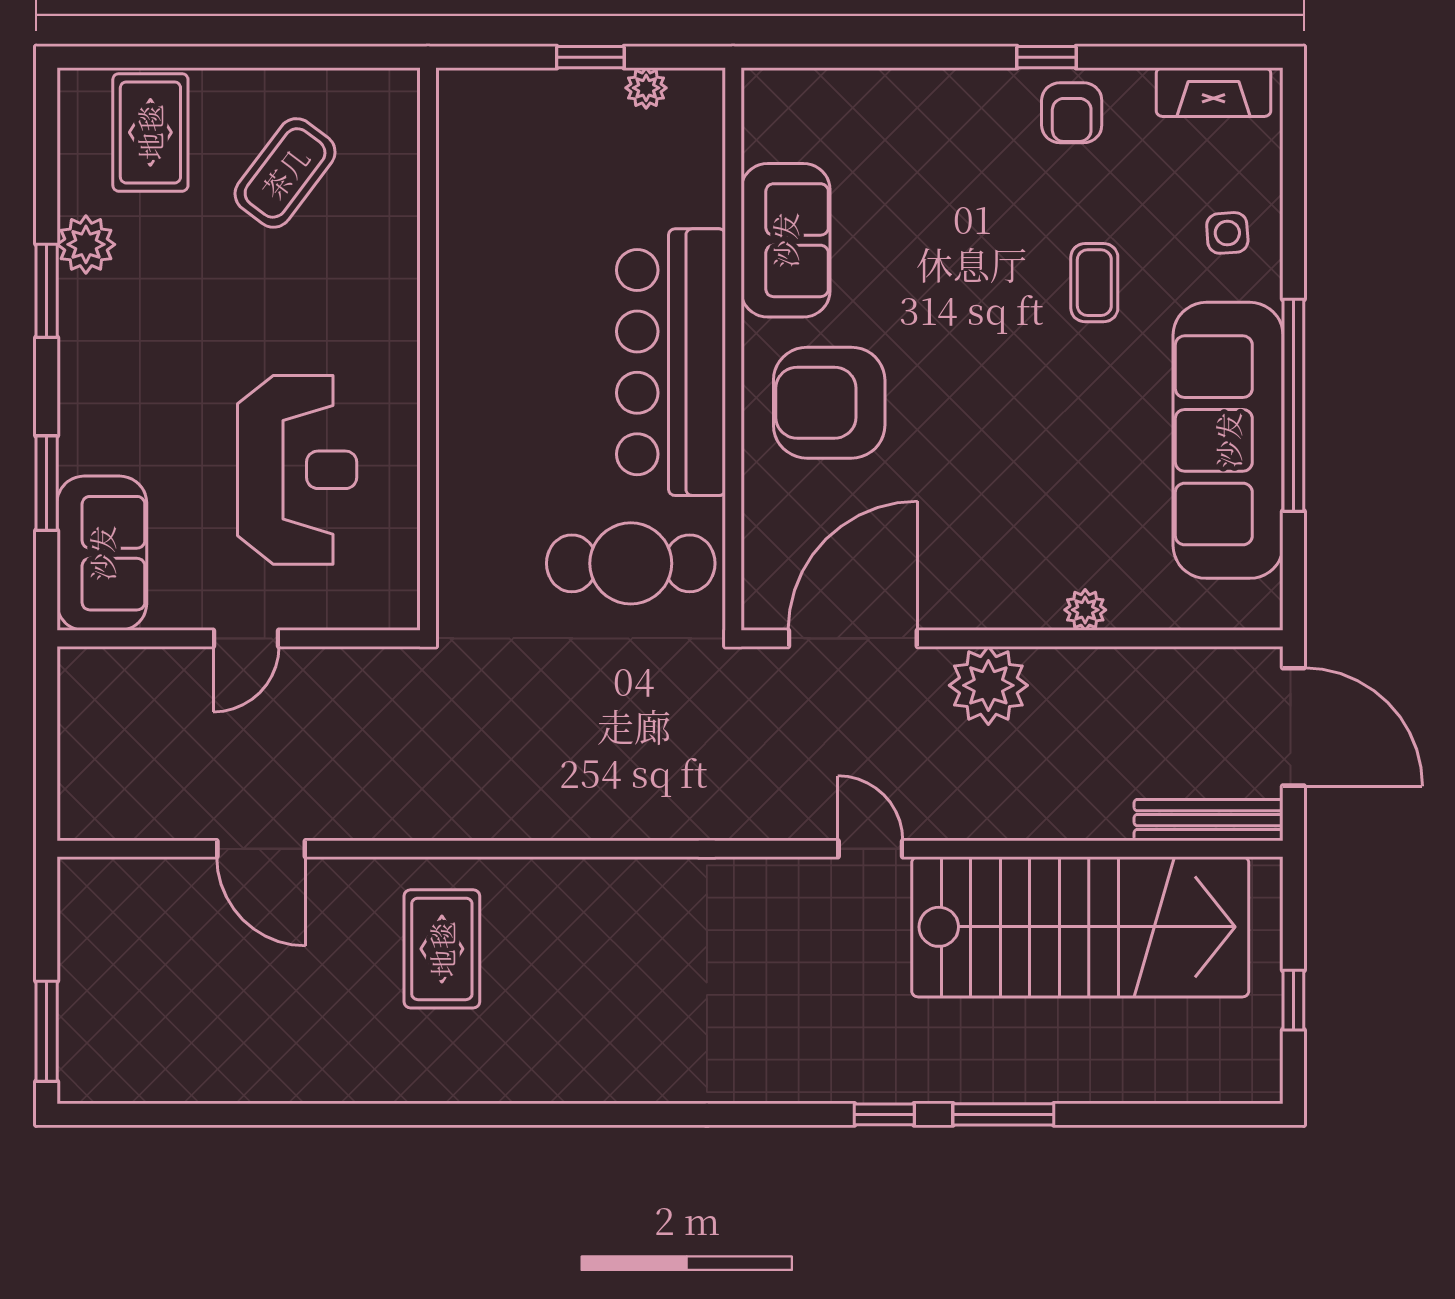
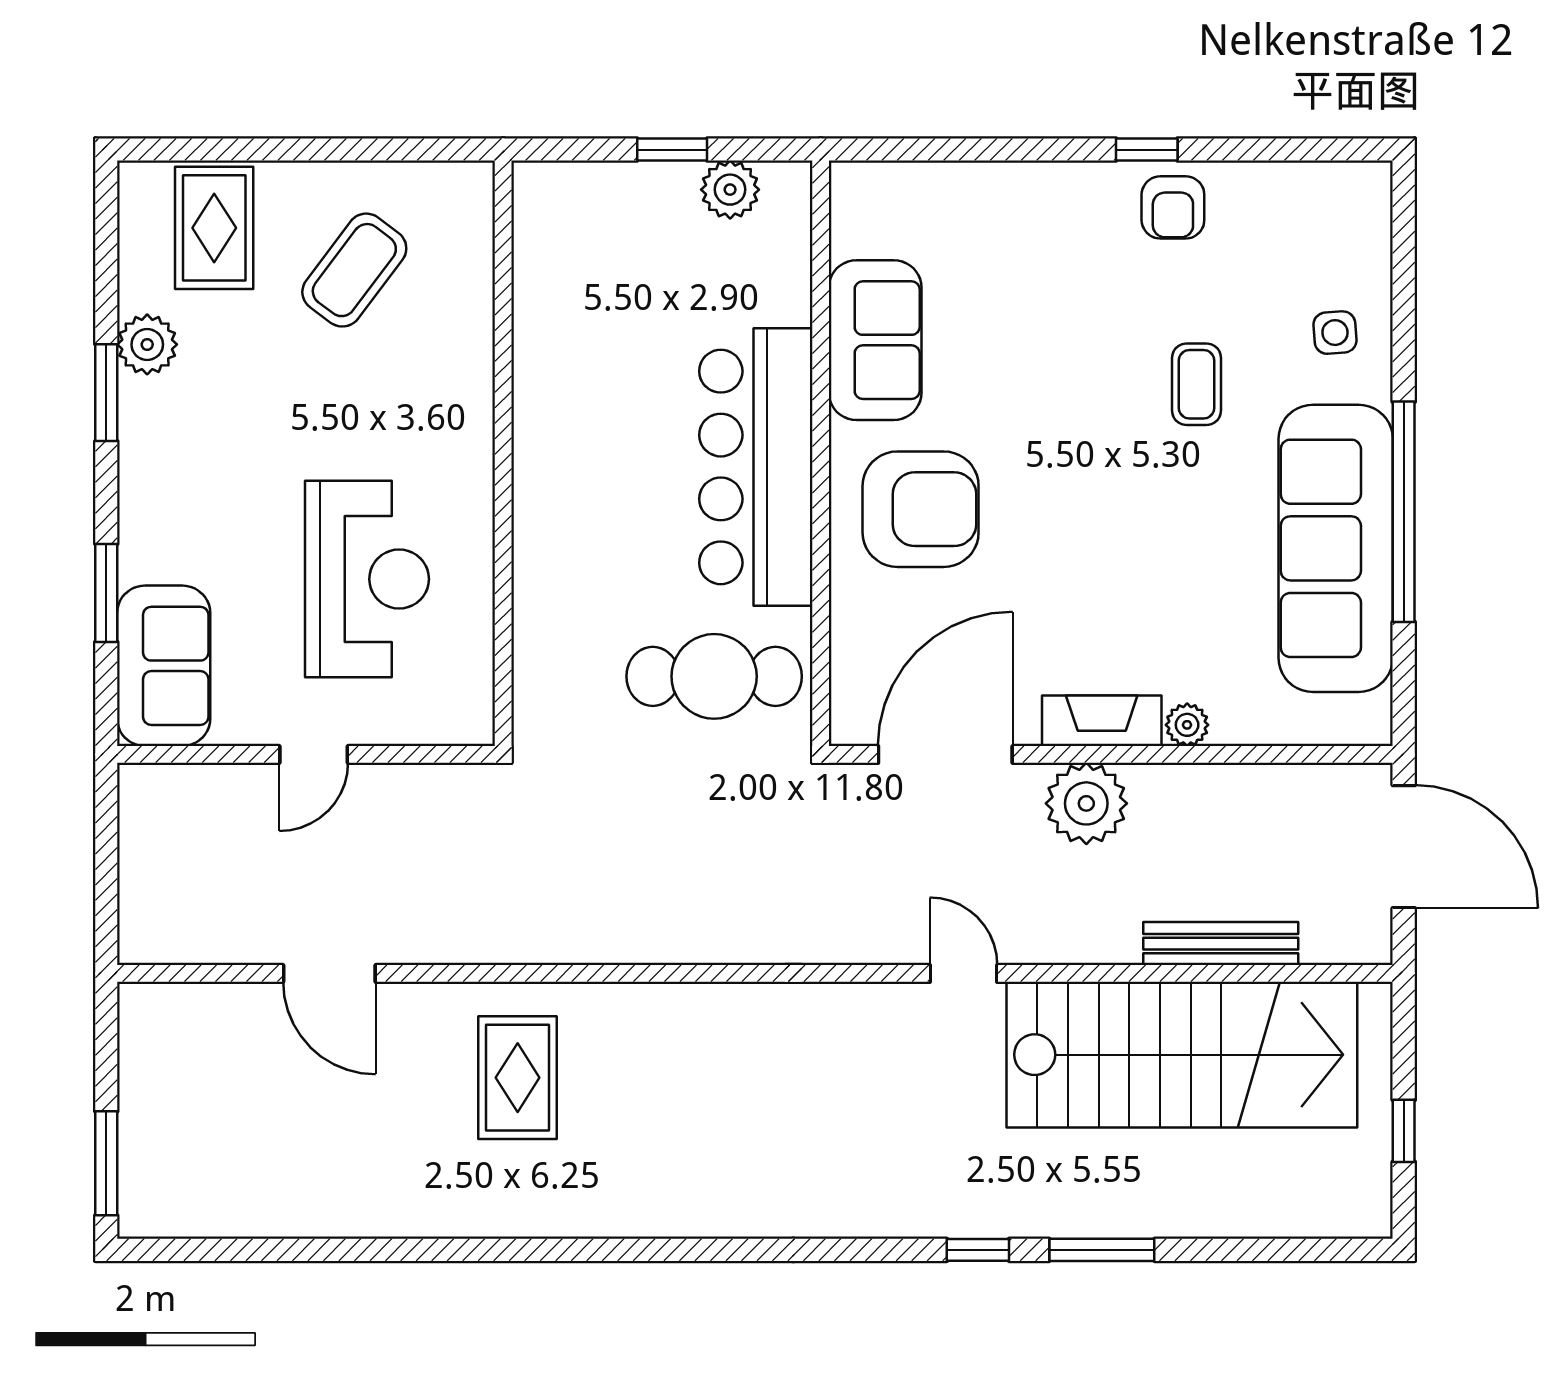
plant: (646, 88) -> (730, 190), width x1.38, depth x1.38
fireplace: (1214, 92) -> (1102, 721), moved, turned 180
armchair: (829, 403) -> (921, 509), turned 180
bench: (1209, 820) -> (1221, 944), moved

